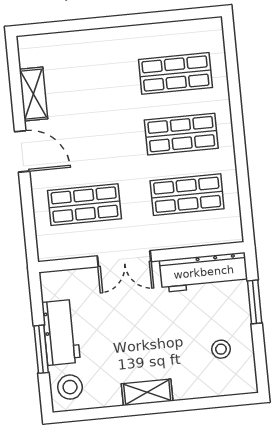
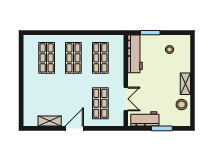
double door: (124, 259) -> (126, 99), moved
workbench: (61, 332) -> (145, 119), moved
stool: (70, 387) -> (182, 105), moved

